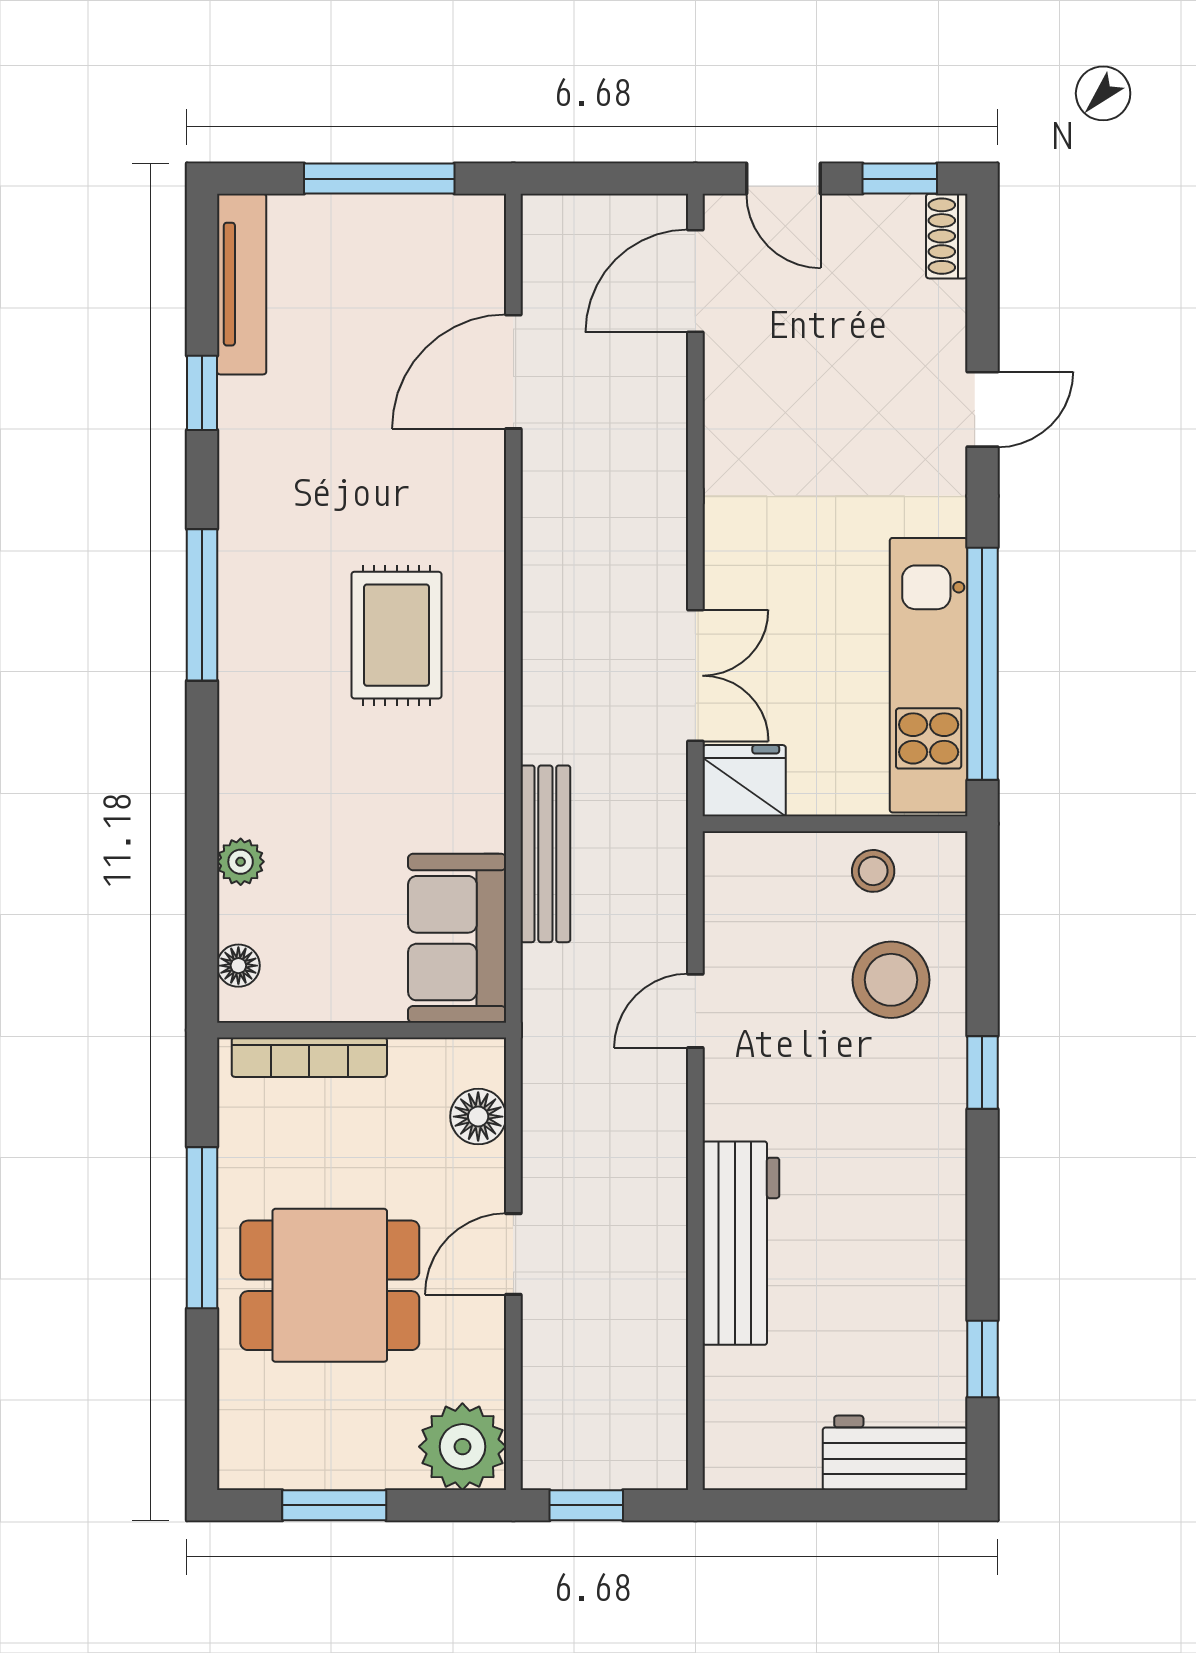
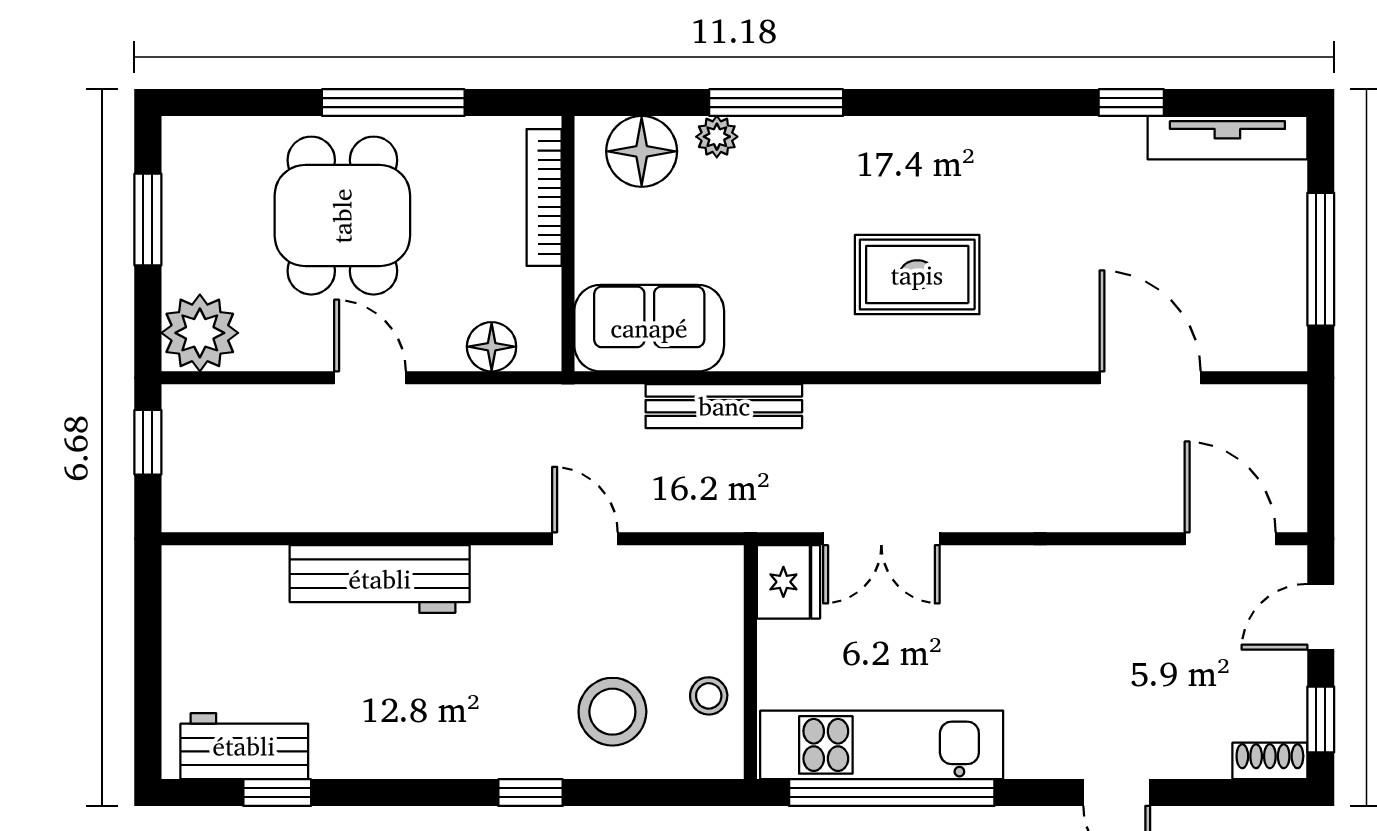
window: (202, 605) -> (776, 103), moved
floor lamp: (238, 966) -> (642, 151), width x1.89, depth x1.89
workbench: (895, 1453) -> (244, 746), moved, turned -90

